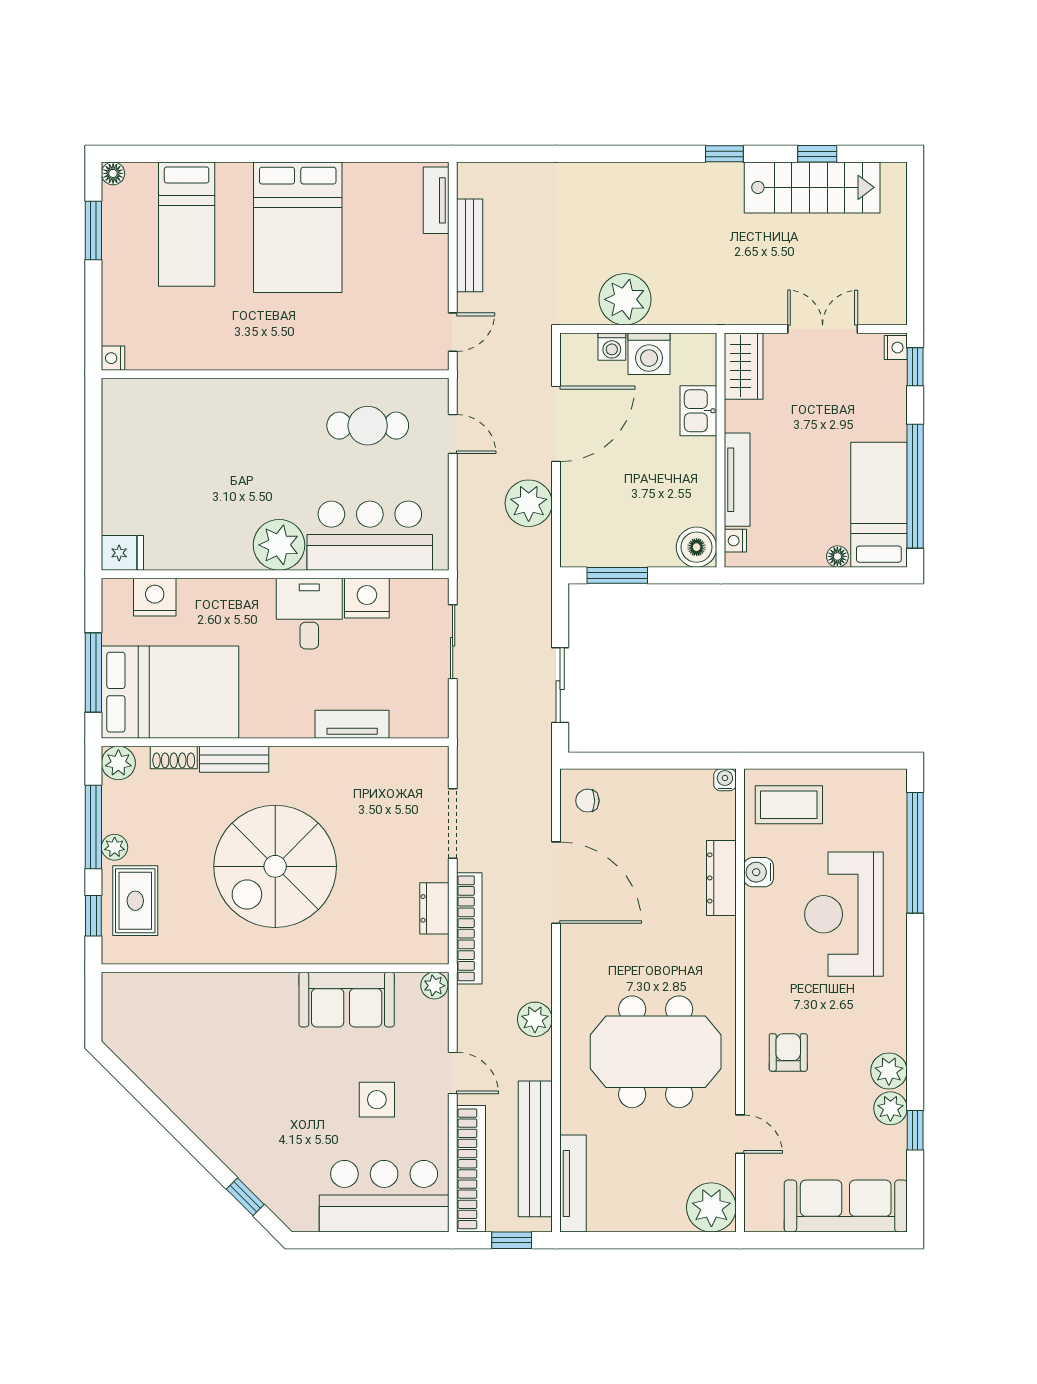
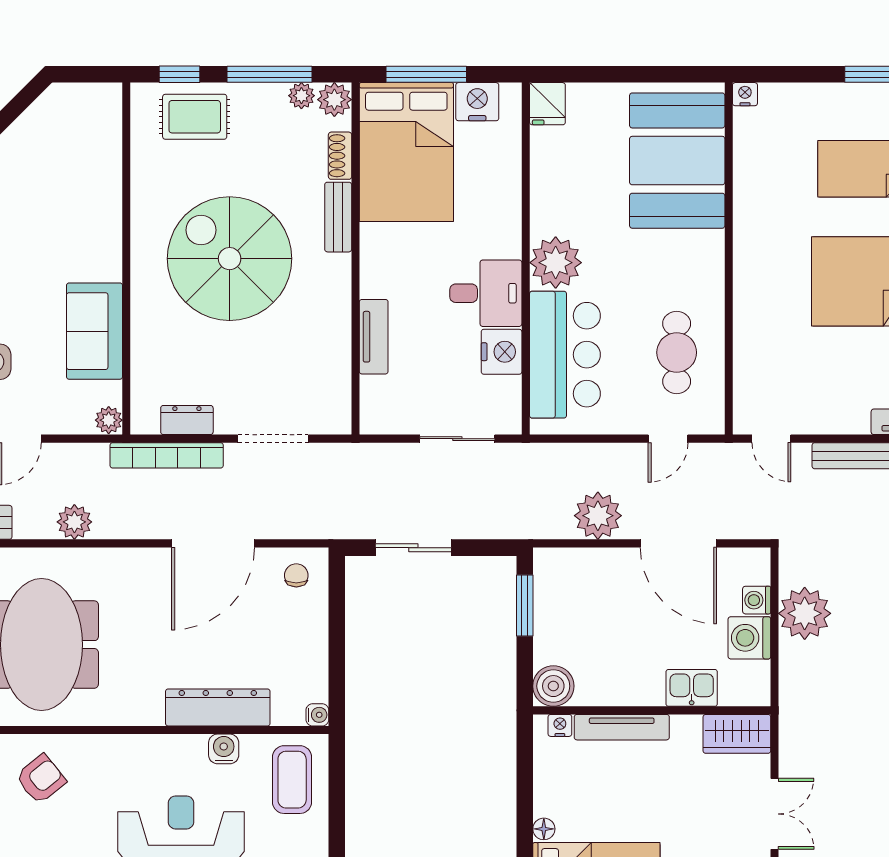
booth: (178, 425) -> (677, 161), added
nightstand: (155, 597) -> (477, 102), moved, turned -90
plant: (115, 847) -> (301, 96), moved
dresser: (721, 878) -> (218, 707), width x1.37, depth x1.24
armchair: (788, 1052) -> (41, 779), turned -39

